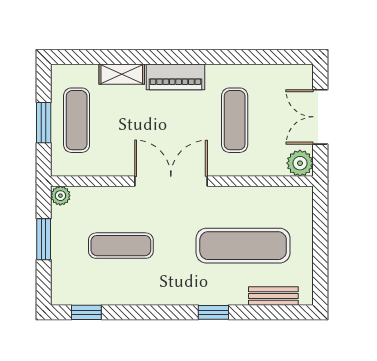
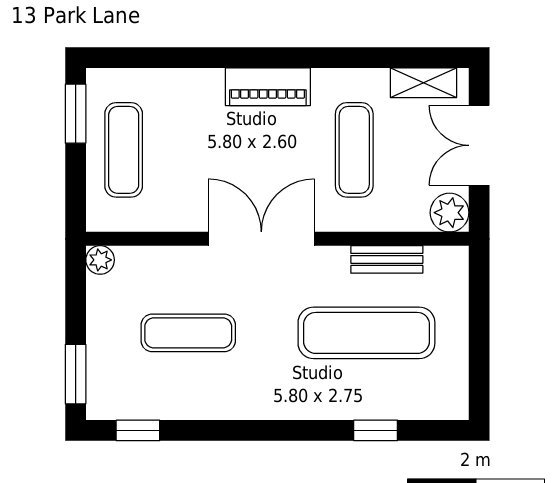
shelving: (122, 74) -> (423, 83), moved
window: (44, 123) -> (76, 114), moved
window: (44, 239) -> (76, 374), moved
bench: (273, 296) -> (387, 259), moved
window: (213, 312) -> (376, 430), moved

